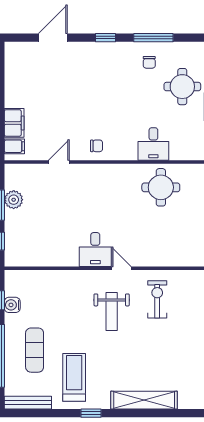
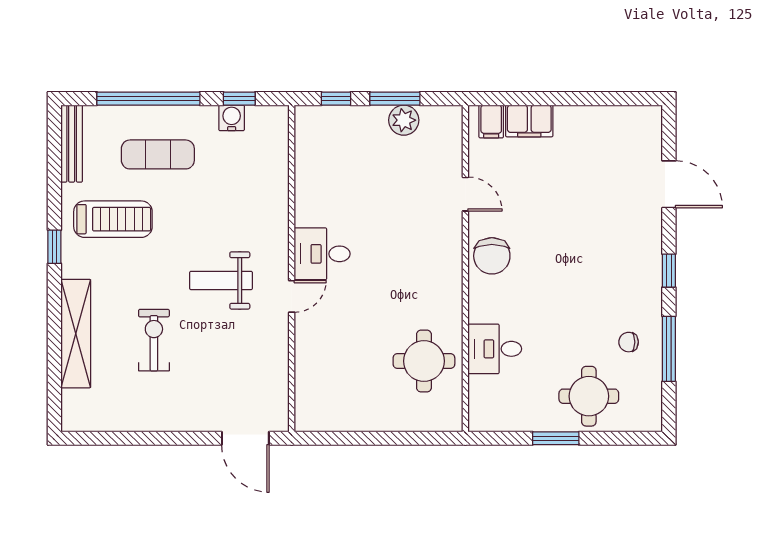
chair: (97, 146) -> (492, 256), width x1.87, depth x1.87
exercise bike: (157, 299) -> (154, 340), moved, turned -90

